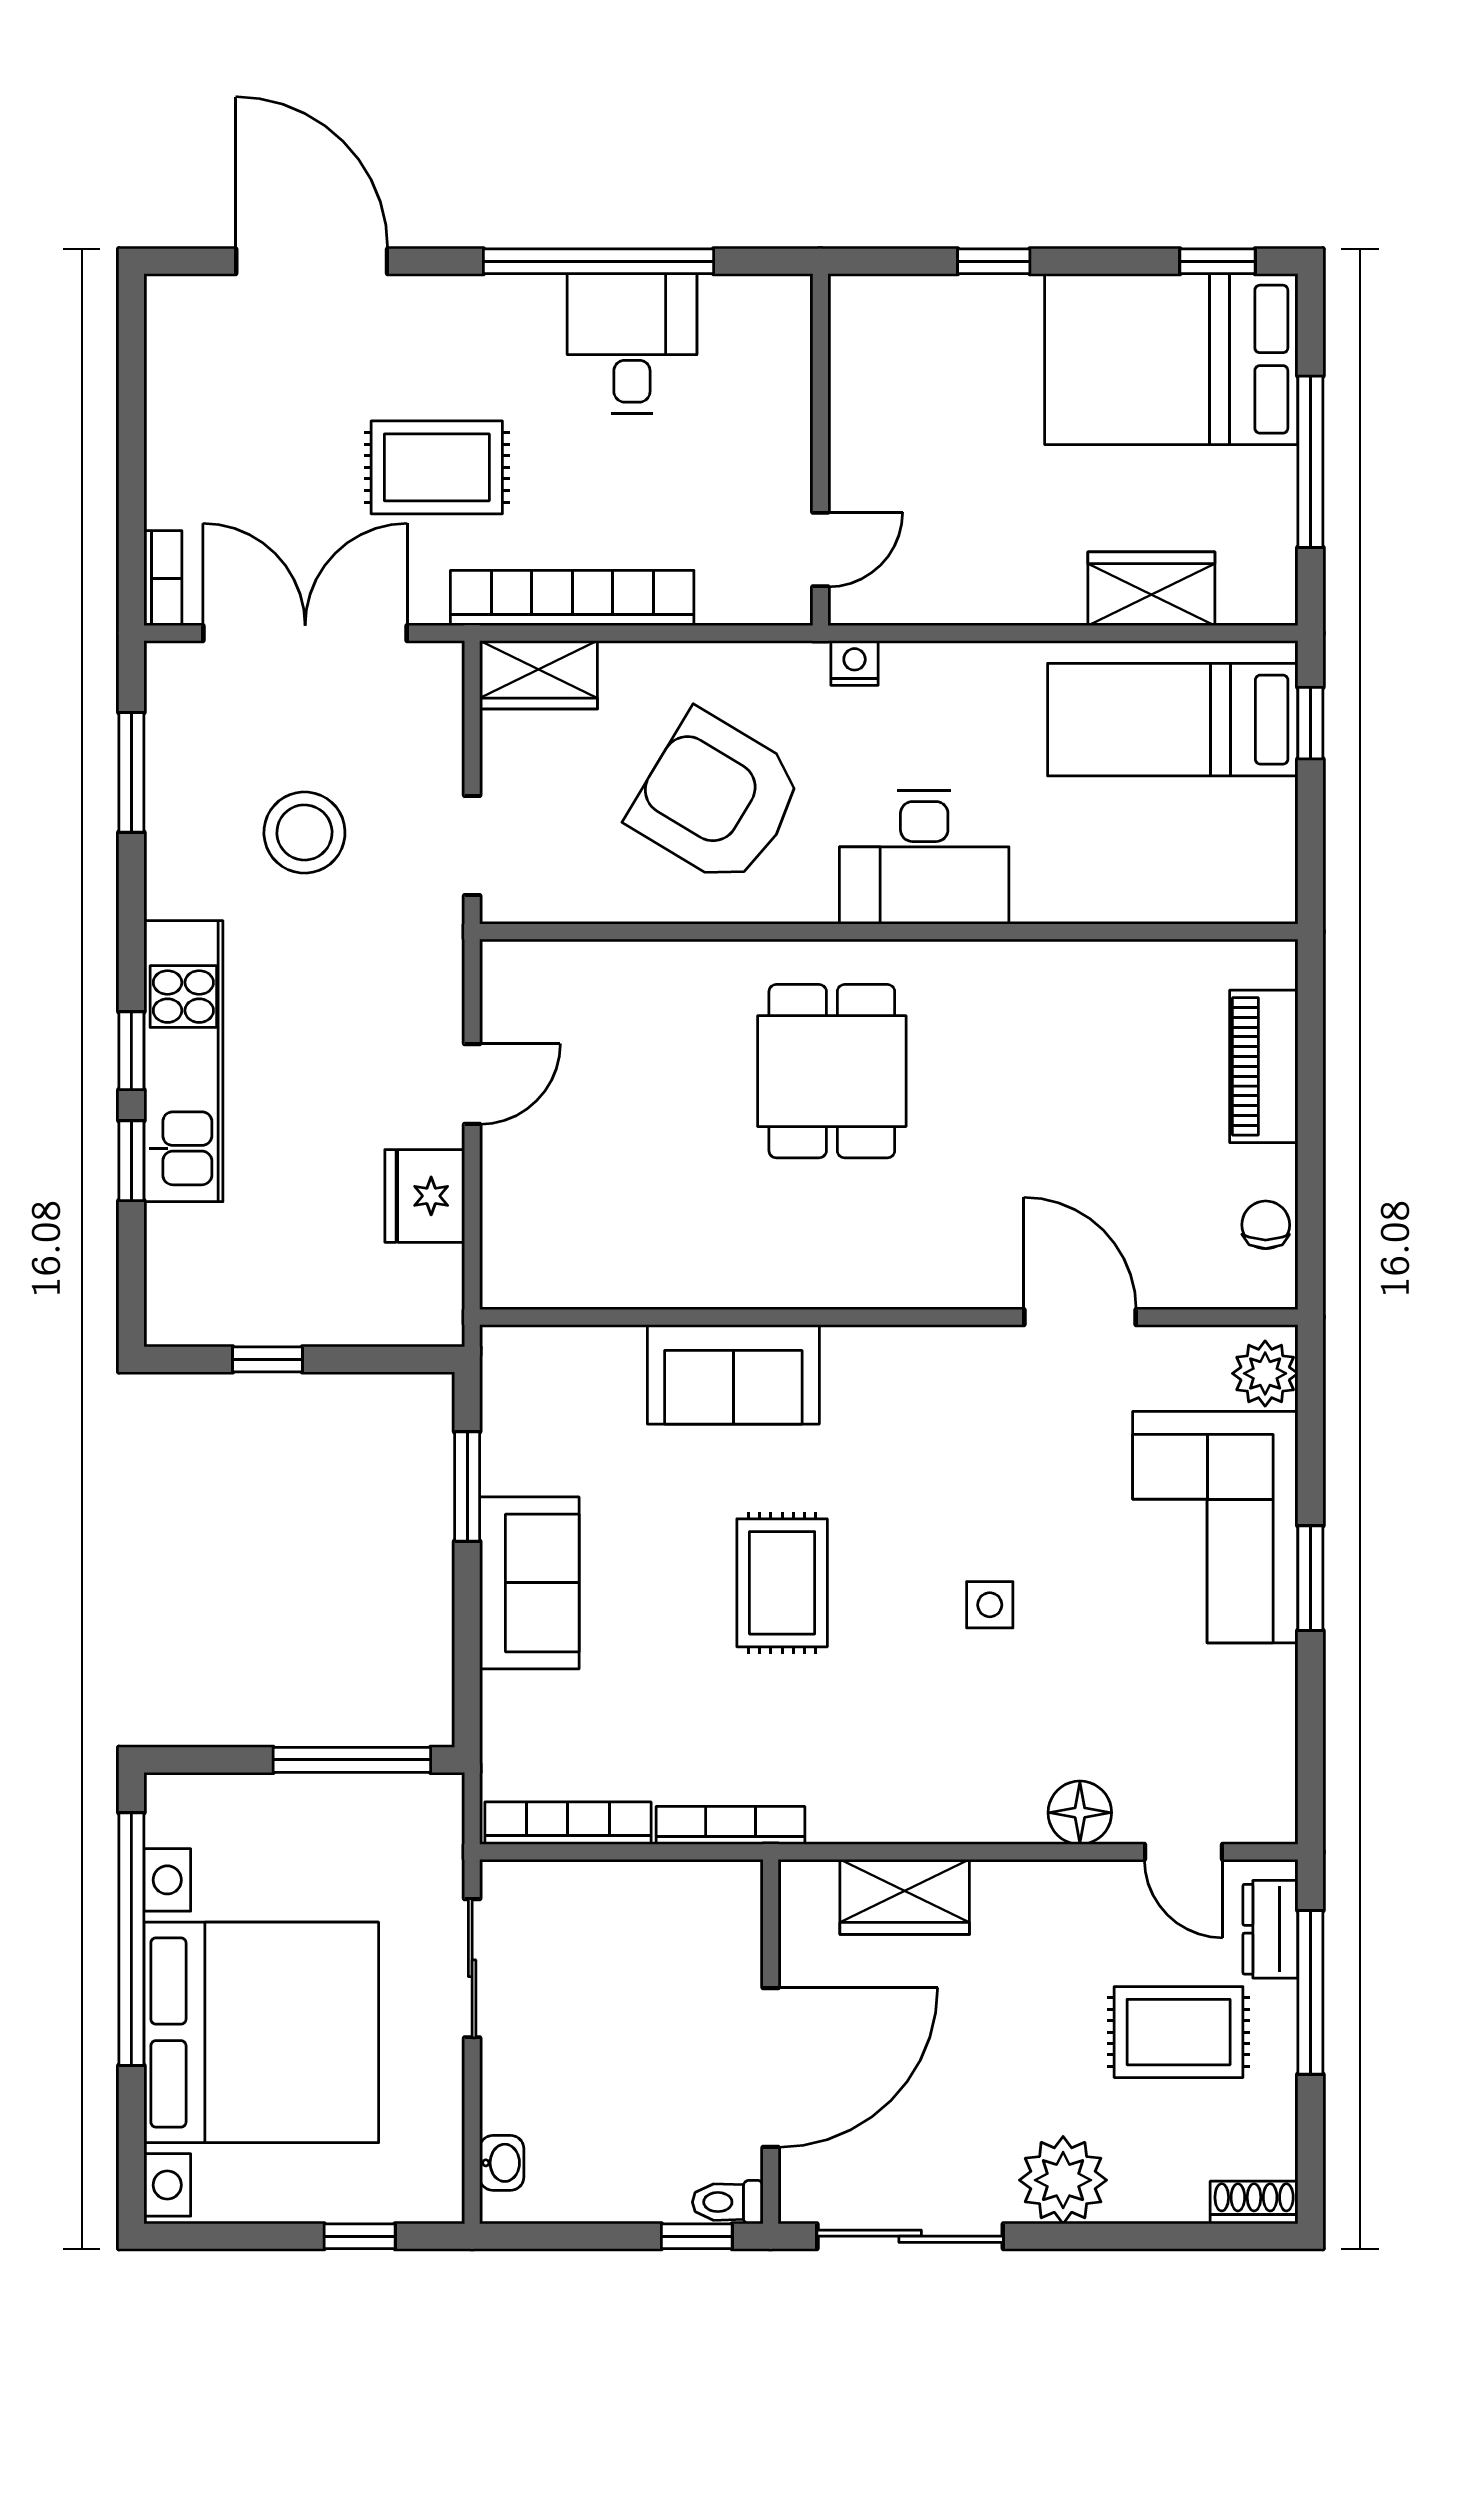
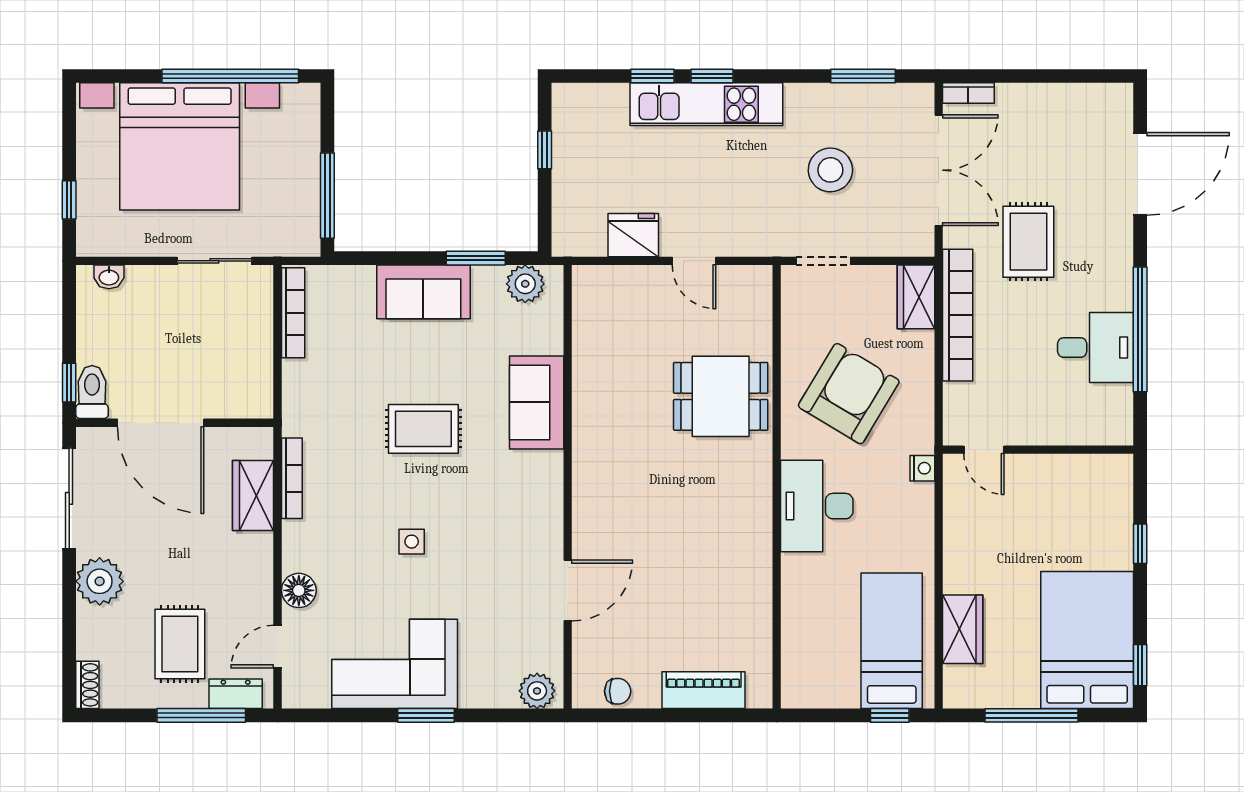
dining table: (832, 1071) -> (721, 396), moved
plant: (514, 1395) -> (525, 284), added
corner sofa: (1215, 1527) -> (395, 664), moved
bookcase: (730, 1825) -> (292, 478), moved
toilet: (728, 2202) -> (92, 392), width x1.37, depth x1.39

